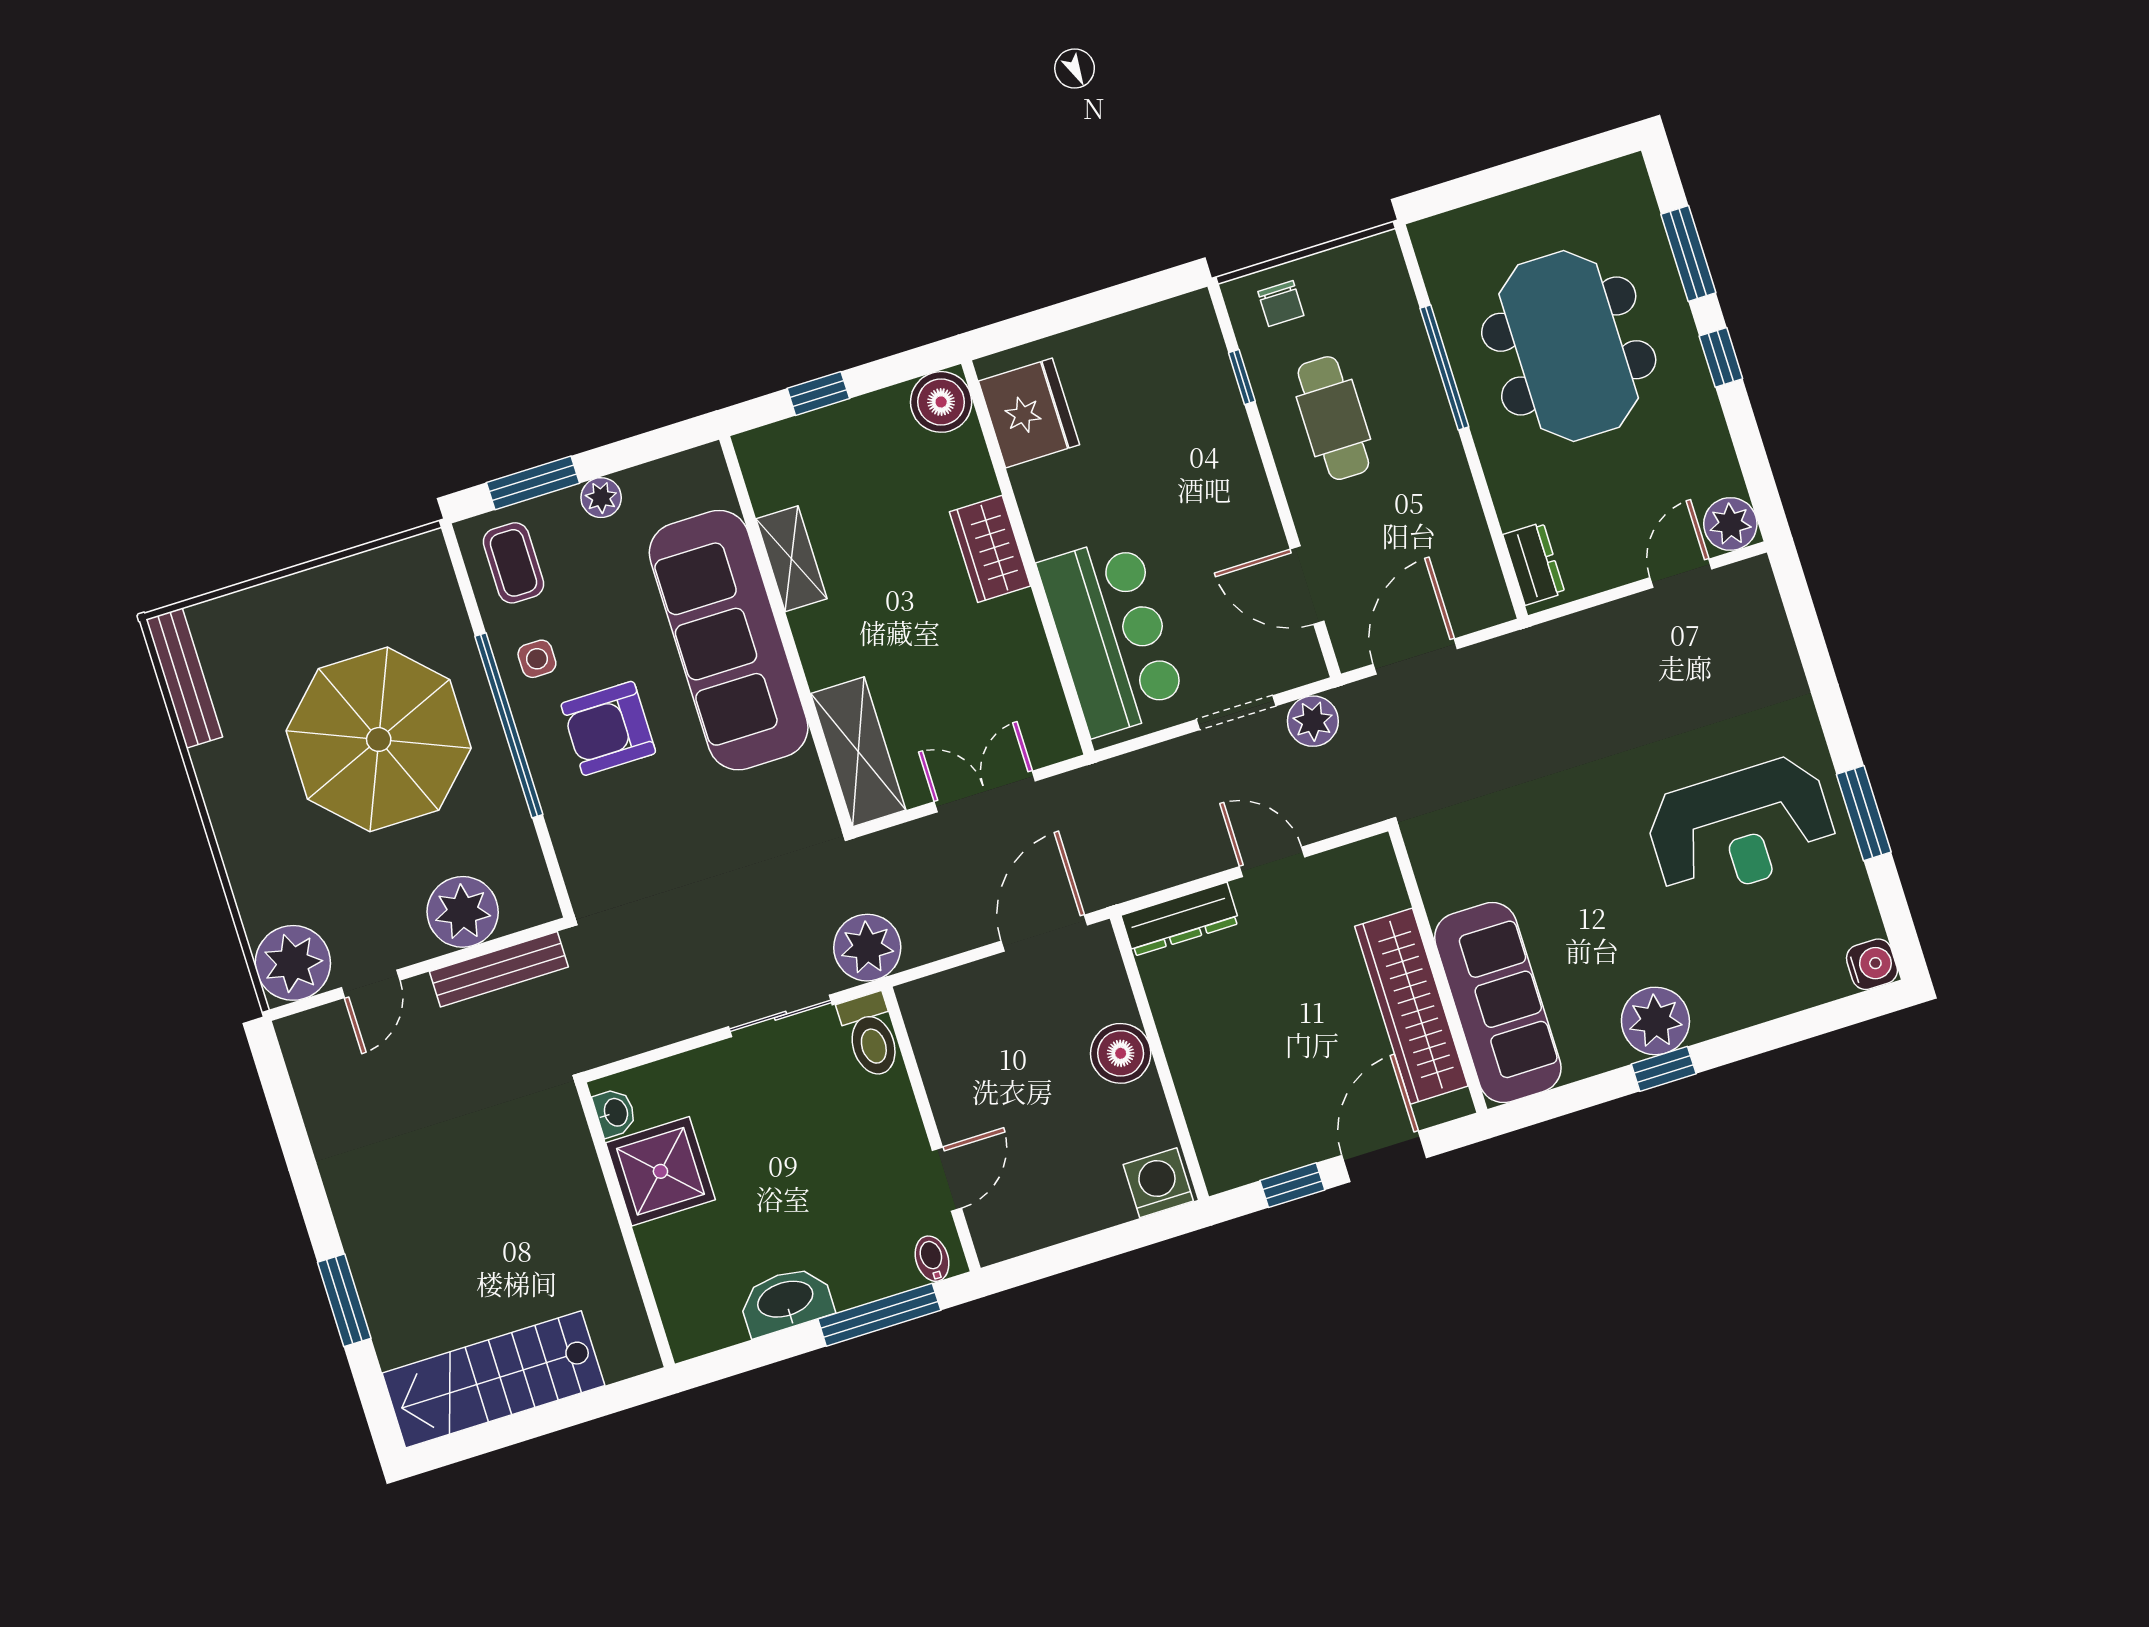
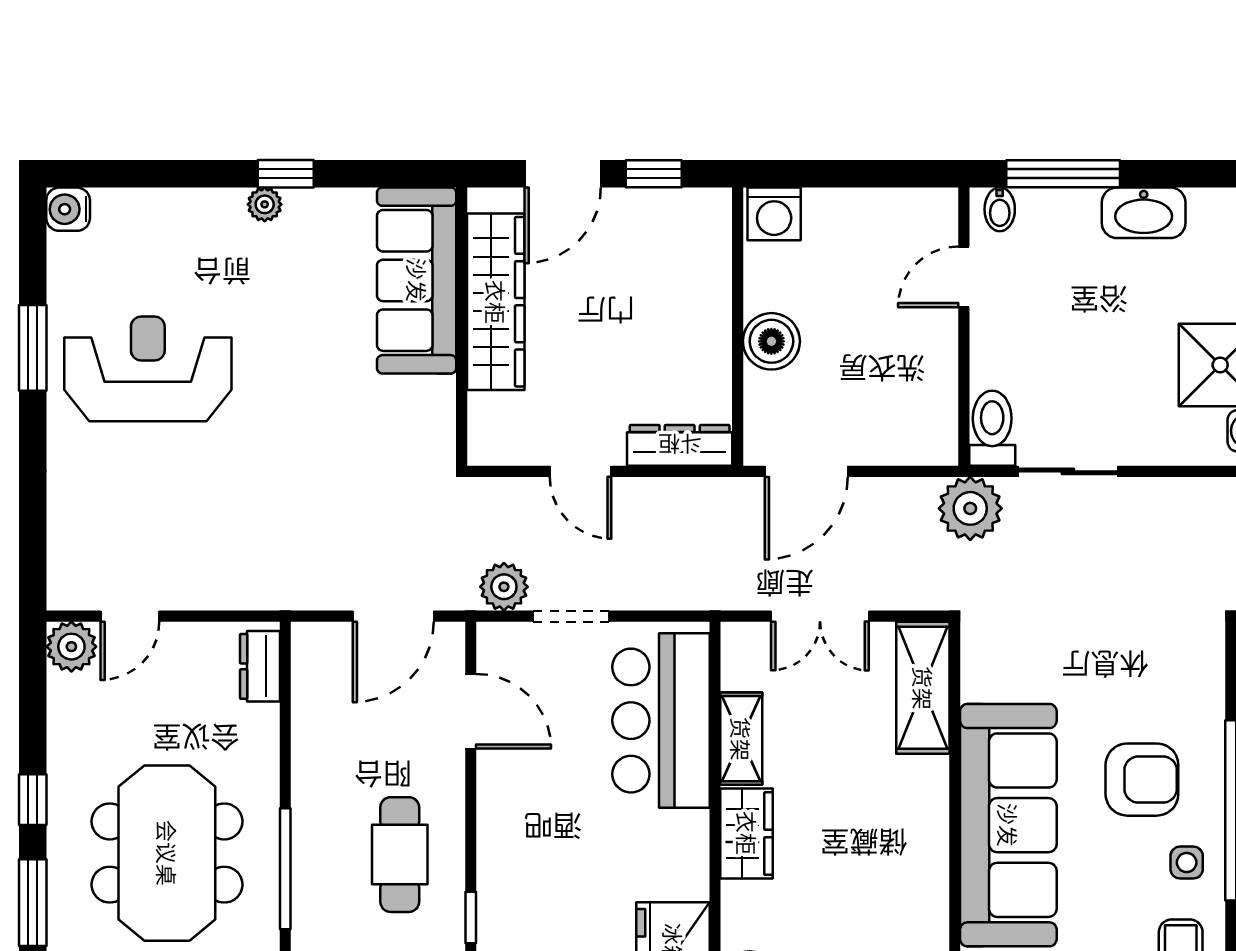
shelving: (792, 559) -> (741, 739), moved
plant: (1655, 1021) -> (265, 204), width x0.53, depth x0.53

